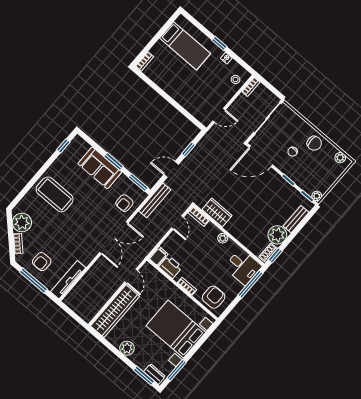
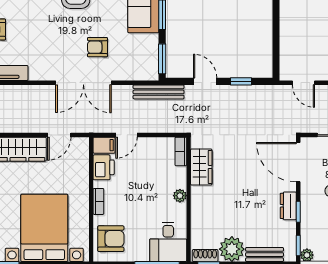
dresser: (280, 183) -> (288, 206), added
armchair: (124, 203) -> (97, 47), moved
door: (177, 223) -> (126, 135), moved

